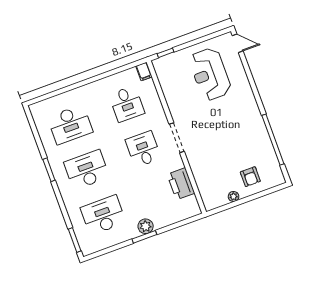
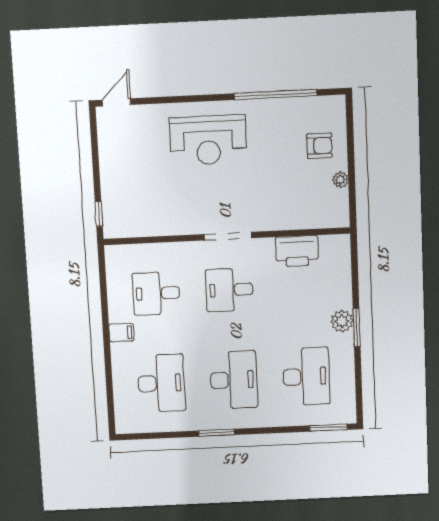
filing cabinet: (144, 71) -> (121, 333), moved
reception desk: (210, 74) -> (208, 140), moved
desk: (127, 104) -> (156, 293), turned 180
desk: (87, 170) -> (234, 380), turned 180
desk: (103, 215) -> (306, 377), turned 180

